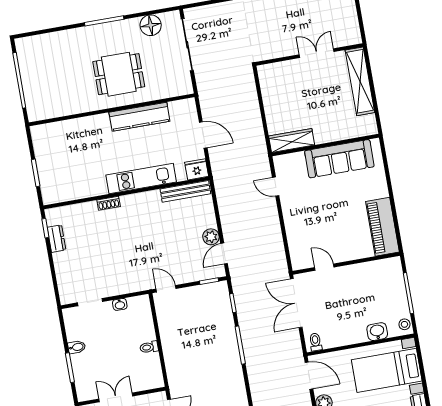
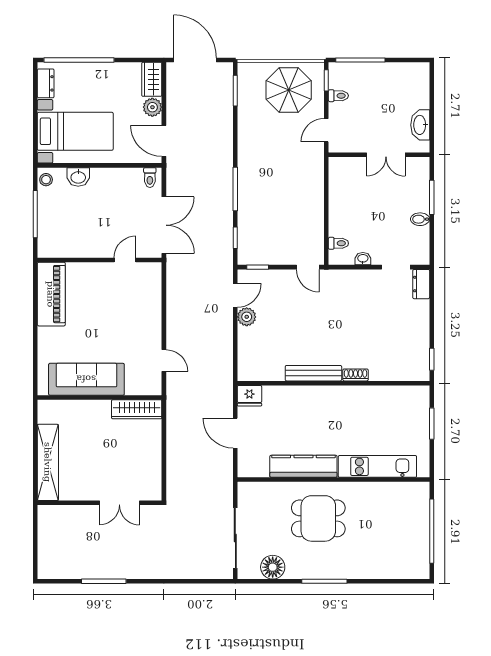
double door: (317, 53) -> (119, 503), moved
kitchen unit: (141, 179) -> (377, 466), moved, turned 180
bench: (185, 191) -> (313, 373), moved
dresser: (56, 239) -> (421, 284), moved
door: (324, 267) -> (125, 260), swing flipped
toilet: (149, 347) -> (338, 243), moved

